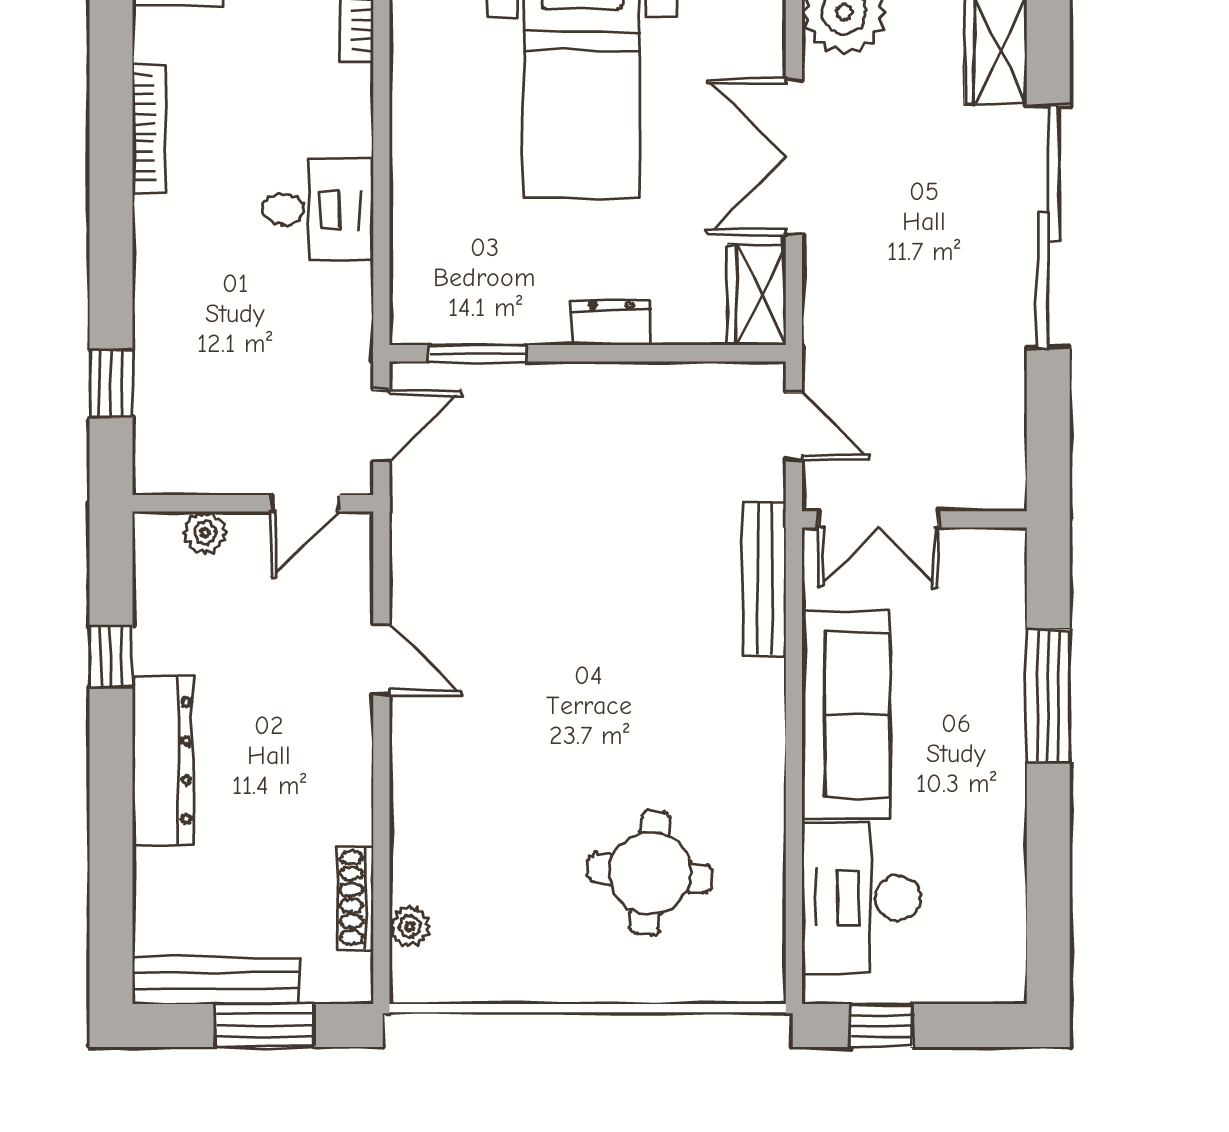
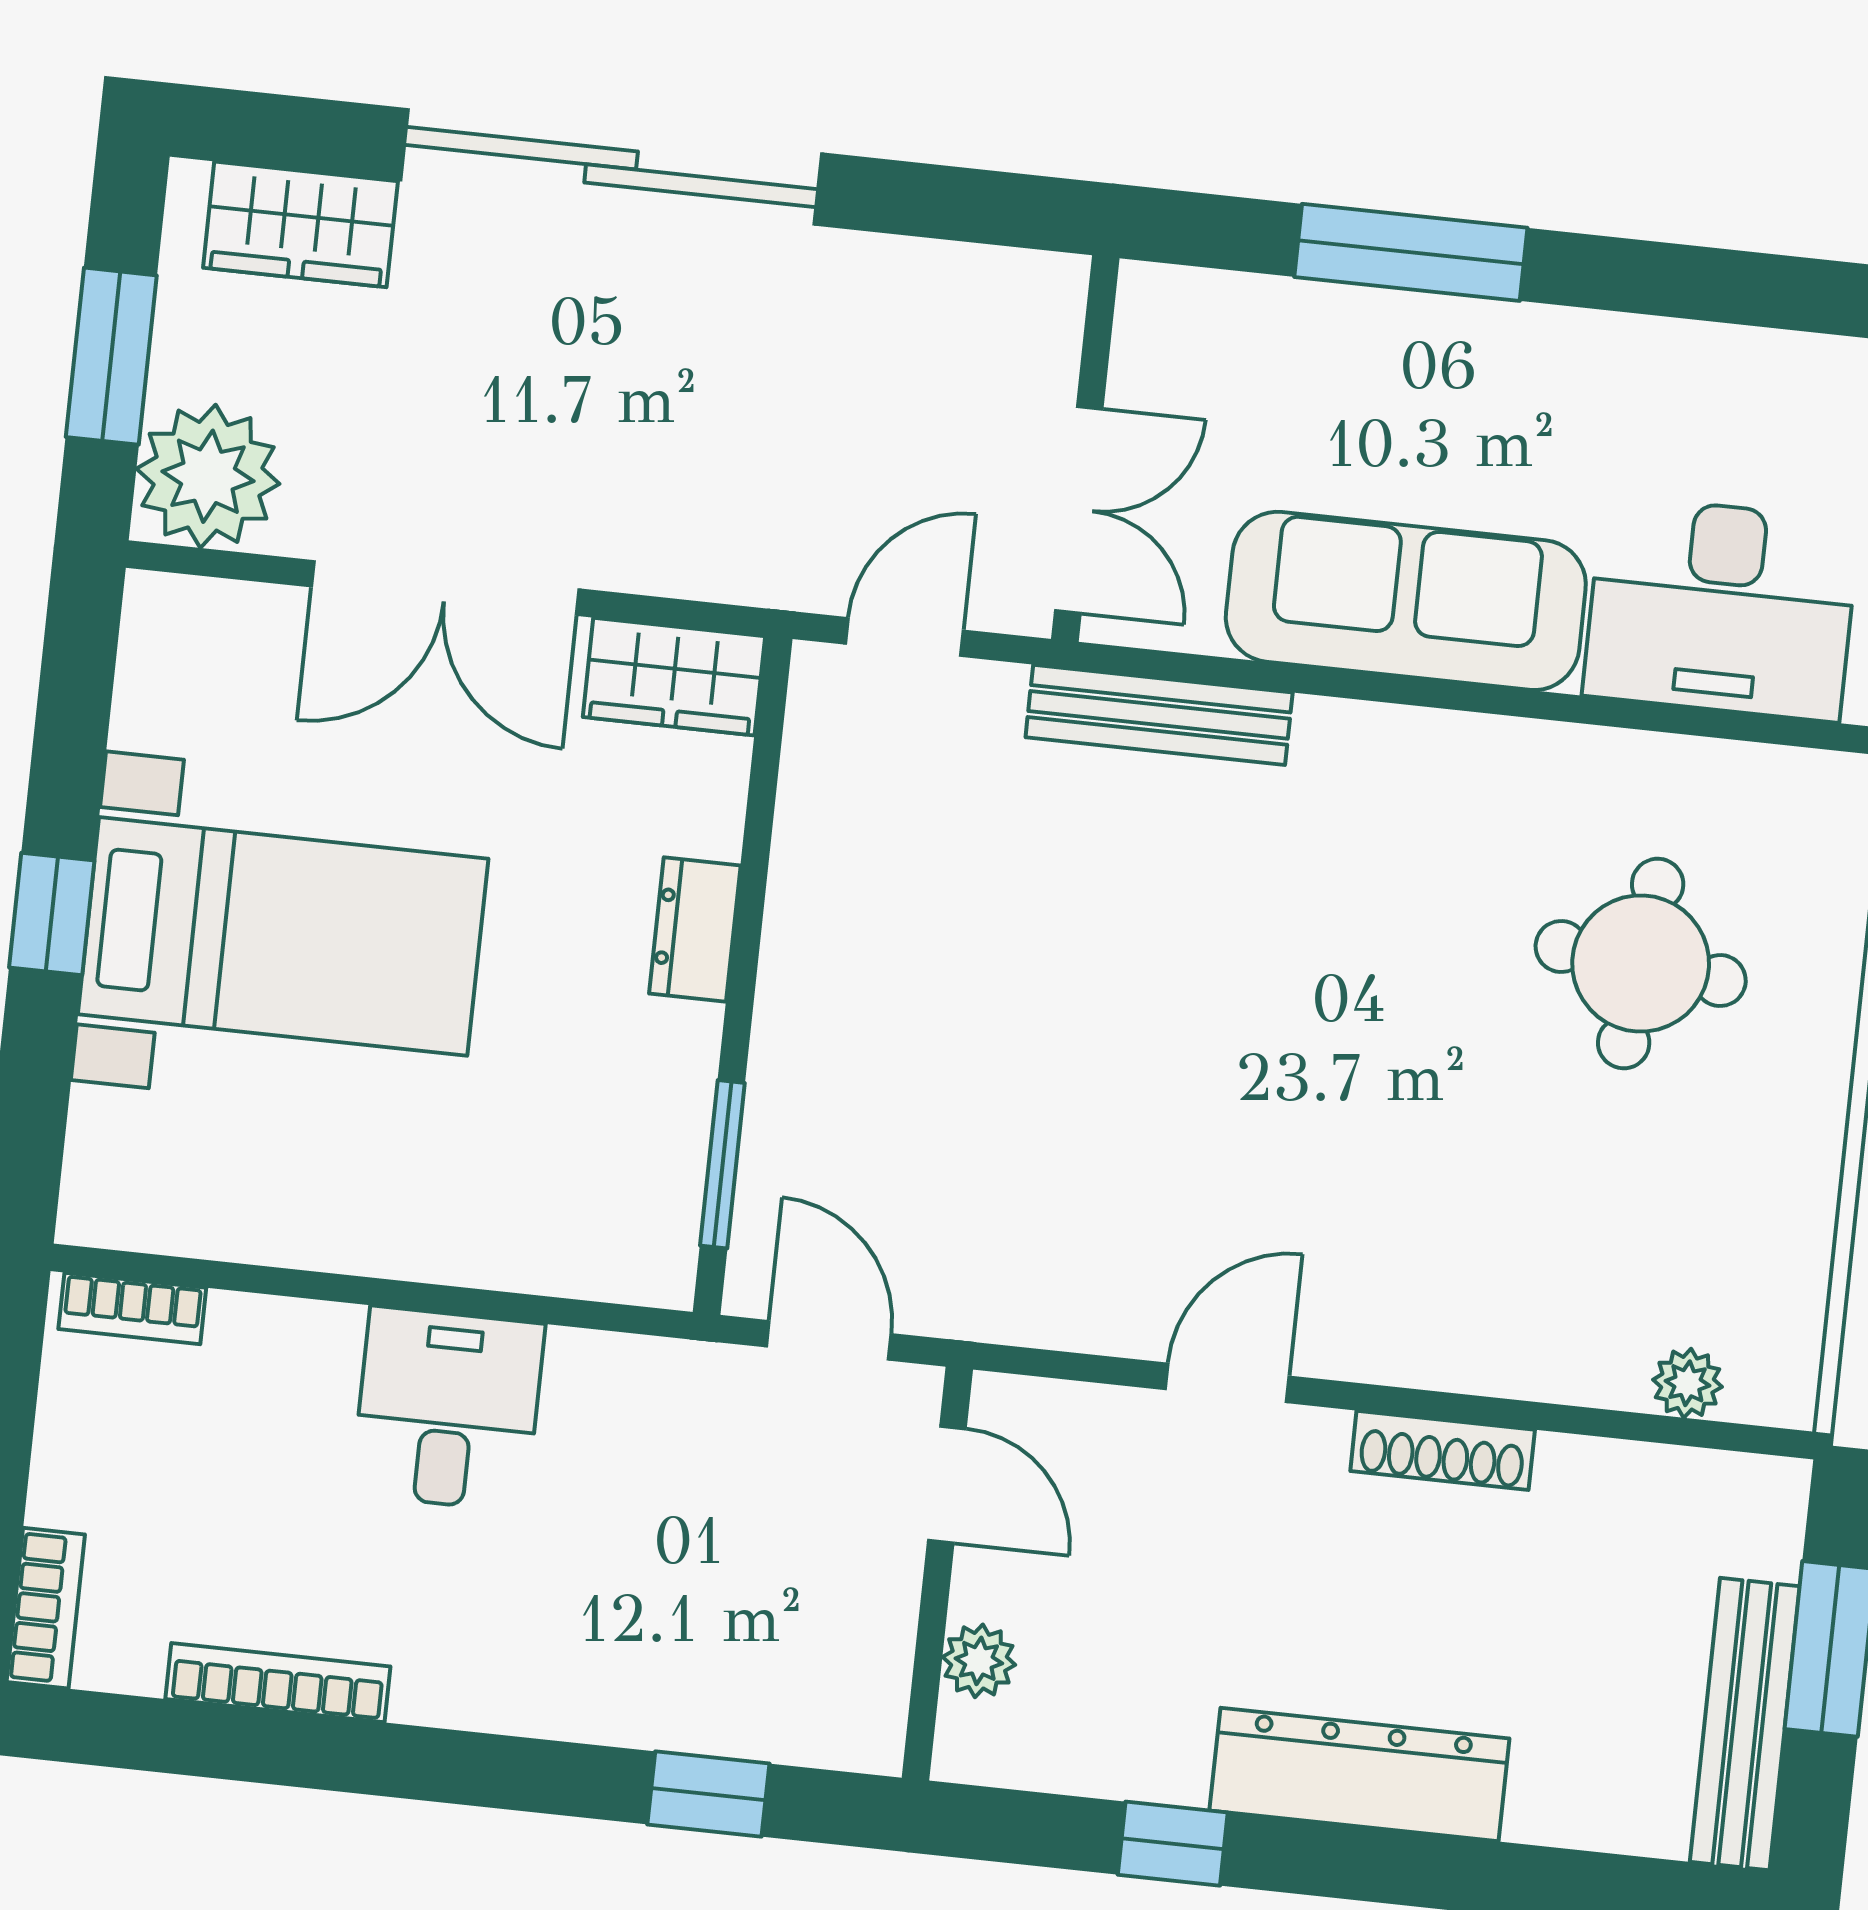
shoe rack: (356, 897) -> (1443, 1450), moved

